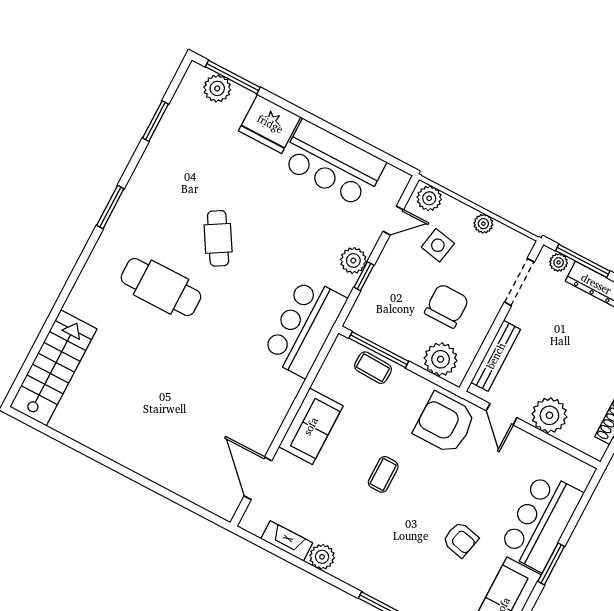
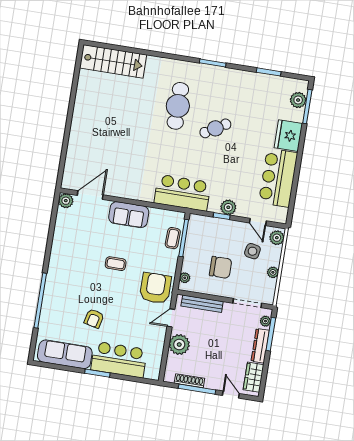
plant: (441, 359) -> (185, 278), width x0.53, depth x0.53
fireplace: (287, 541) -> (61, 223), removed
plant: (322, 557) -> (66, 201), moved

